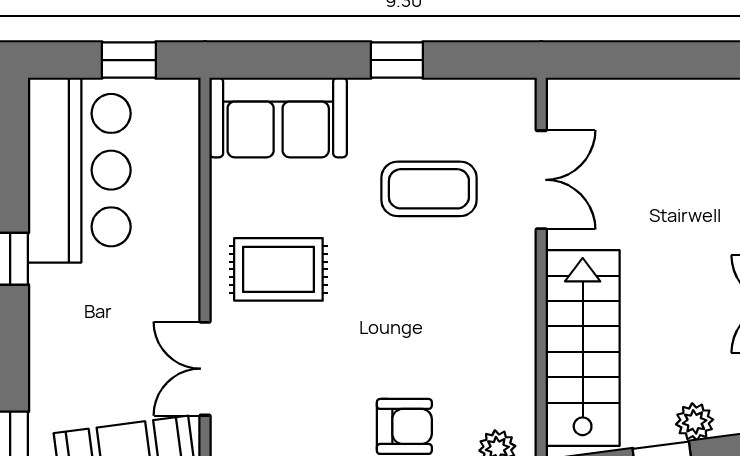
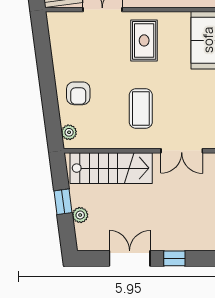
coffee table: (429, 189) -> (141, 109), moved

